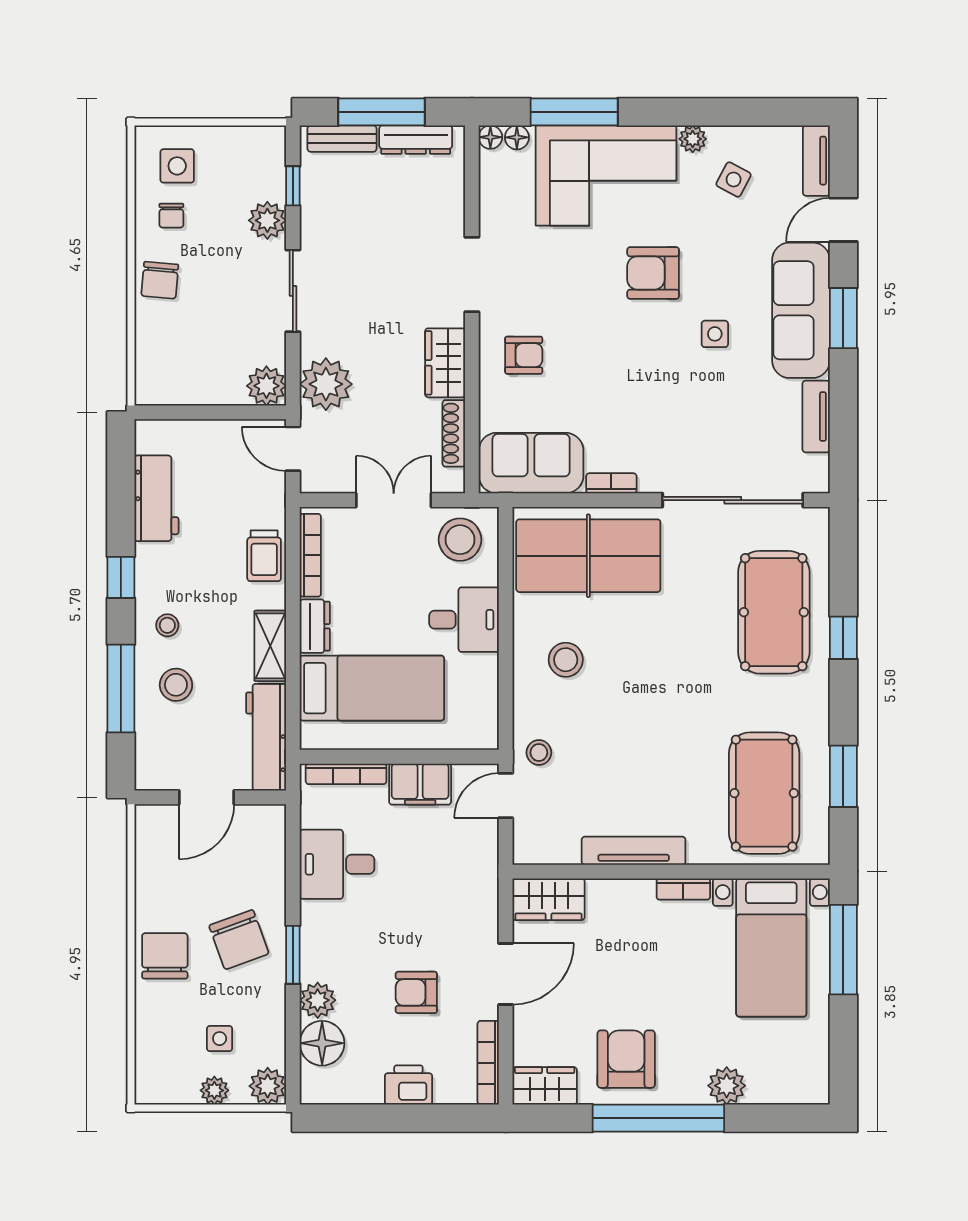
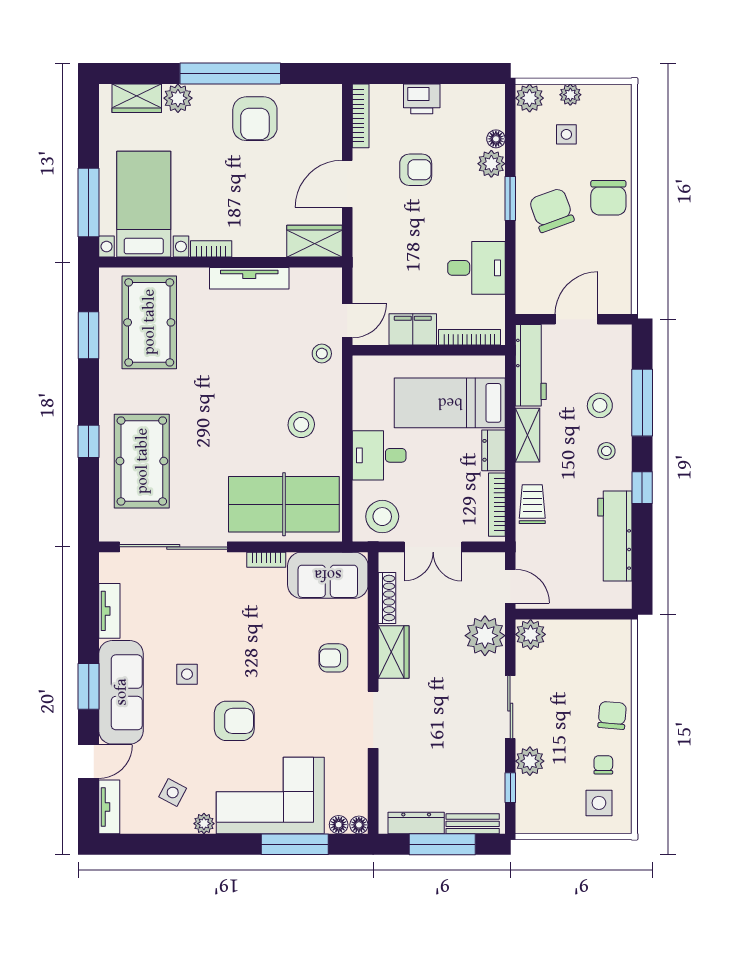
workbench: (156, 498) -> (615, 536), width x1.38
floor lamp: (322, 1043) -> (496, 139), width x0.53, depth x0.53
wardrobe: (545, 1086) -> (137, 98), moved

